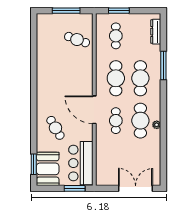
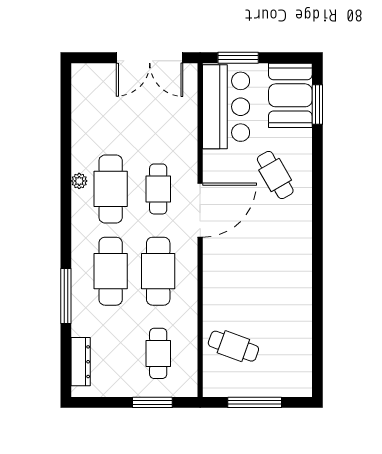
door: (94, 110) -> (200, 210), hinge flipped
double door: (136, 188) -> (150, 58), moved

